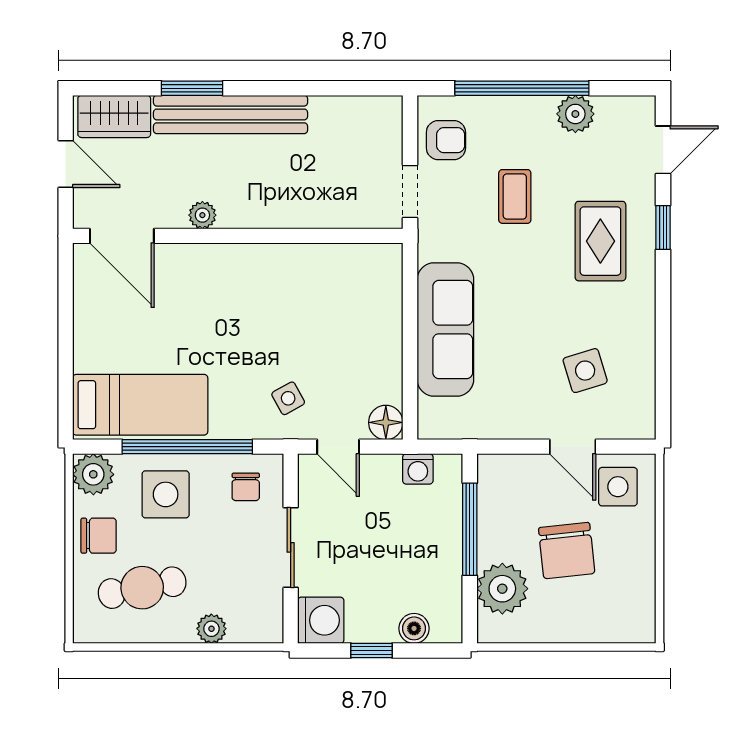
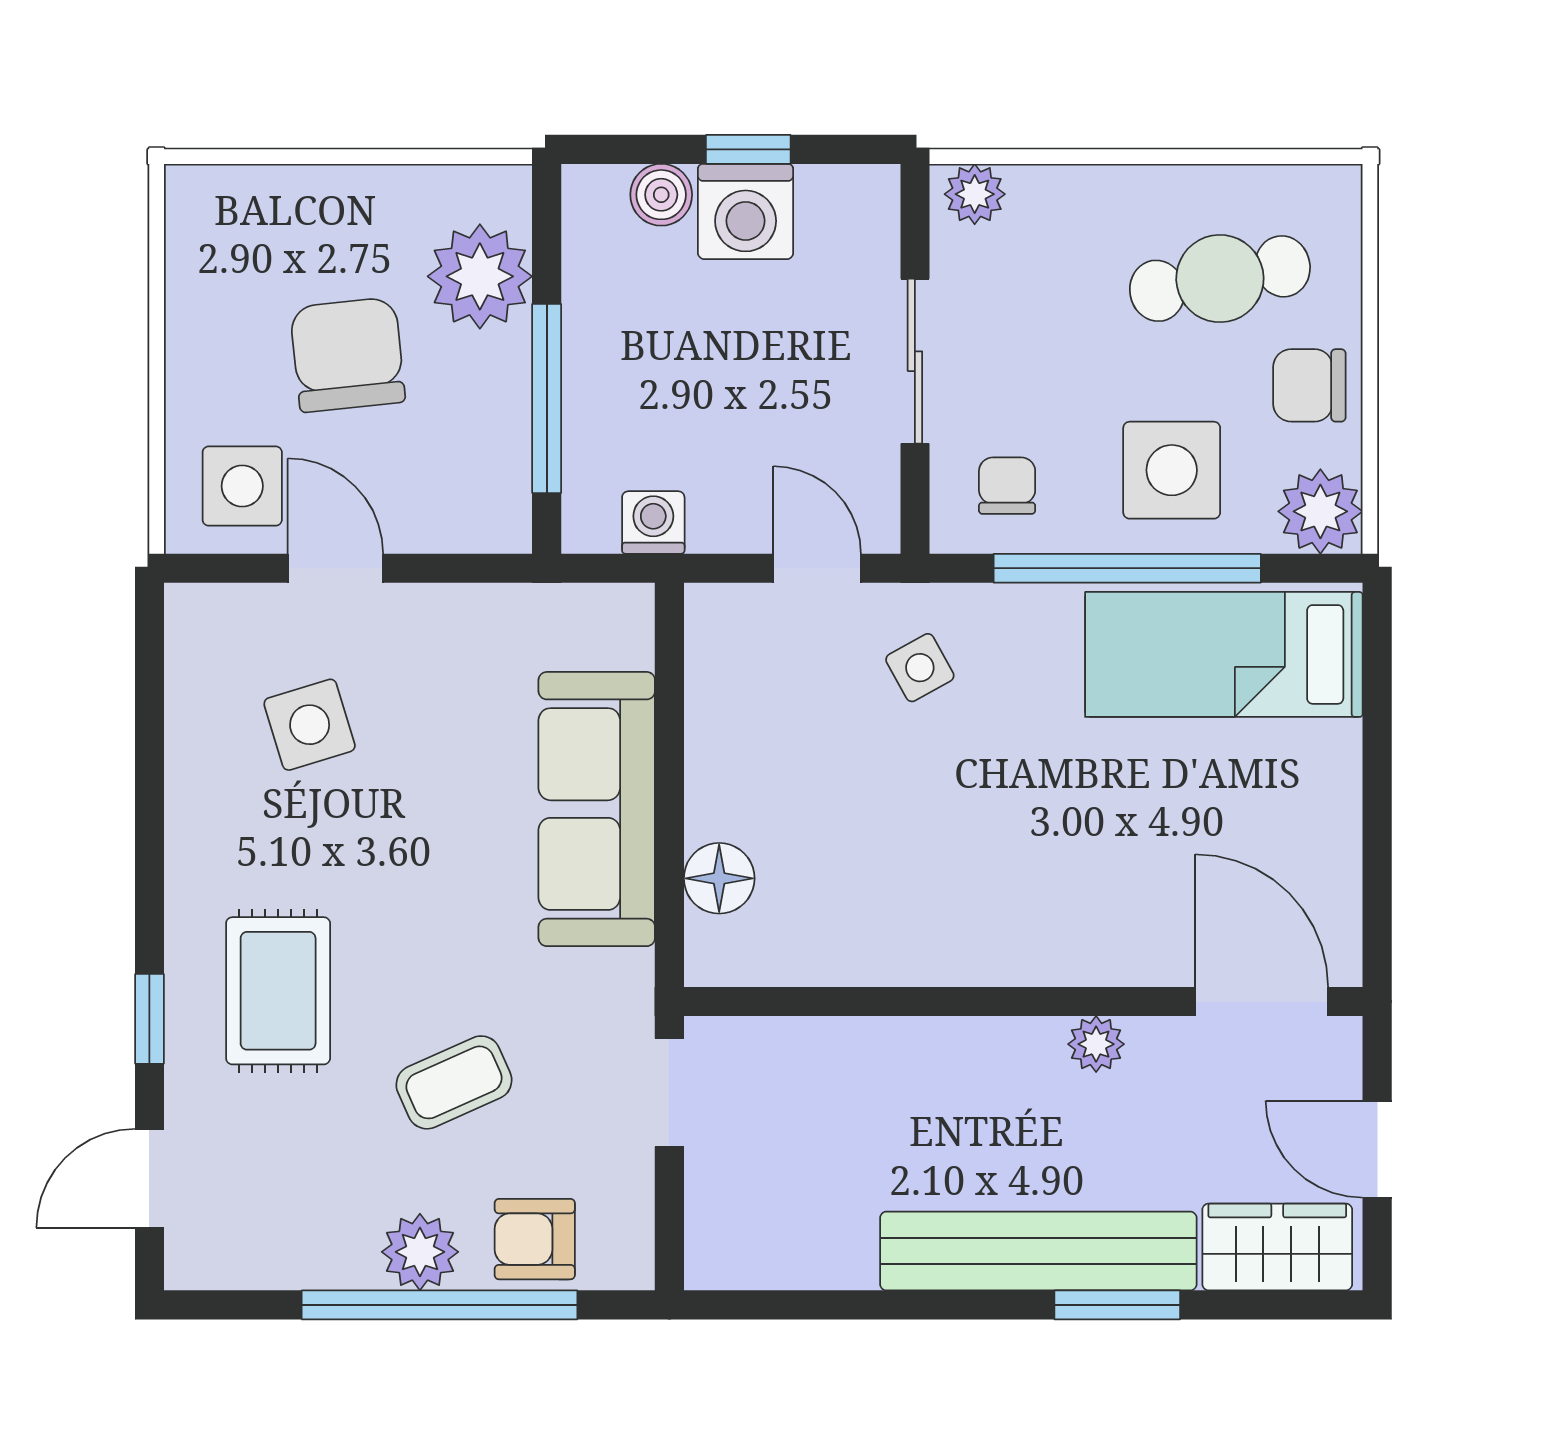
plant: (575, 114) -> (420, 1252), moved
armchair: (446, 140) -> (535, 1239), moved
coffee table: (515, 196) -> (454, 1082), turned 66
floor lamp: (386, 422) -> (719, 878), moved
washing machine: (321, 620) -> (746, 211), moved, turned -90
plant: (211, 629) -> (975, 194), moved

